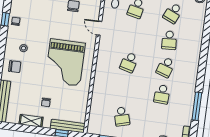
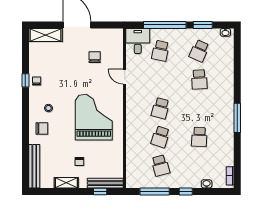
grand piano: (65, 62) -> (94, 117), turned 180
school desk: (166, 67) -> (160, 137), moved
window: (197, 106) -> (237, 118), moved

